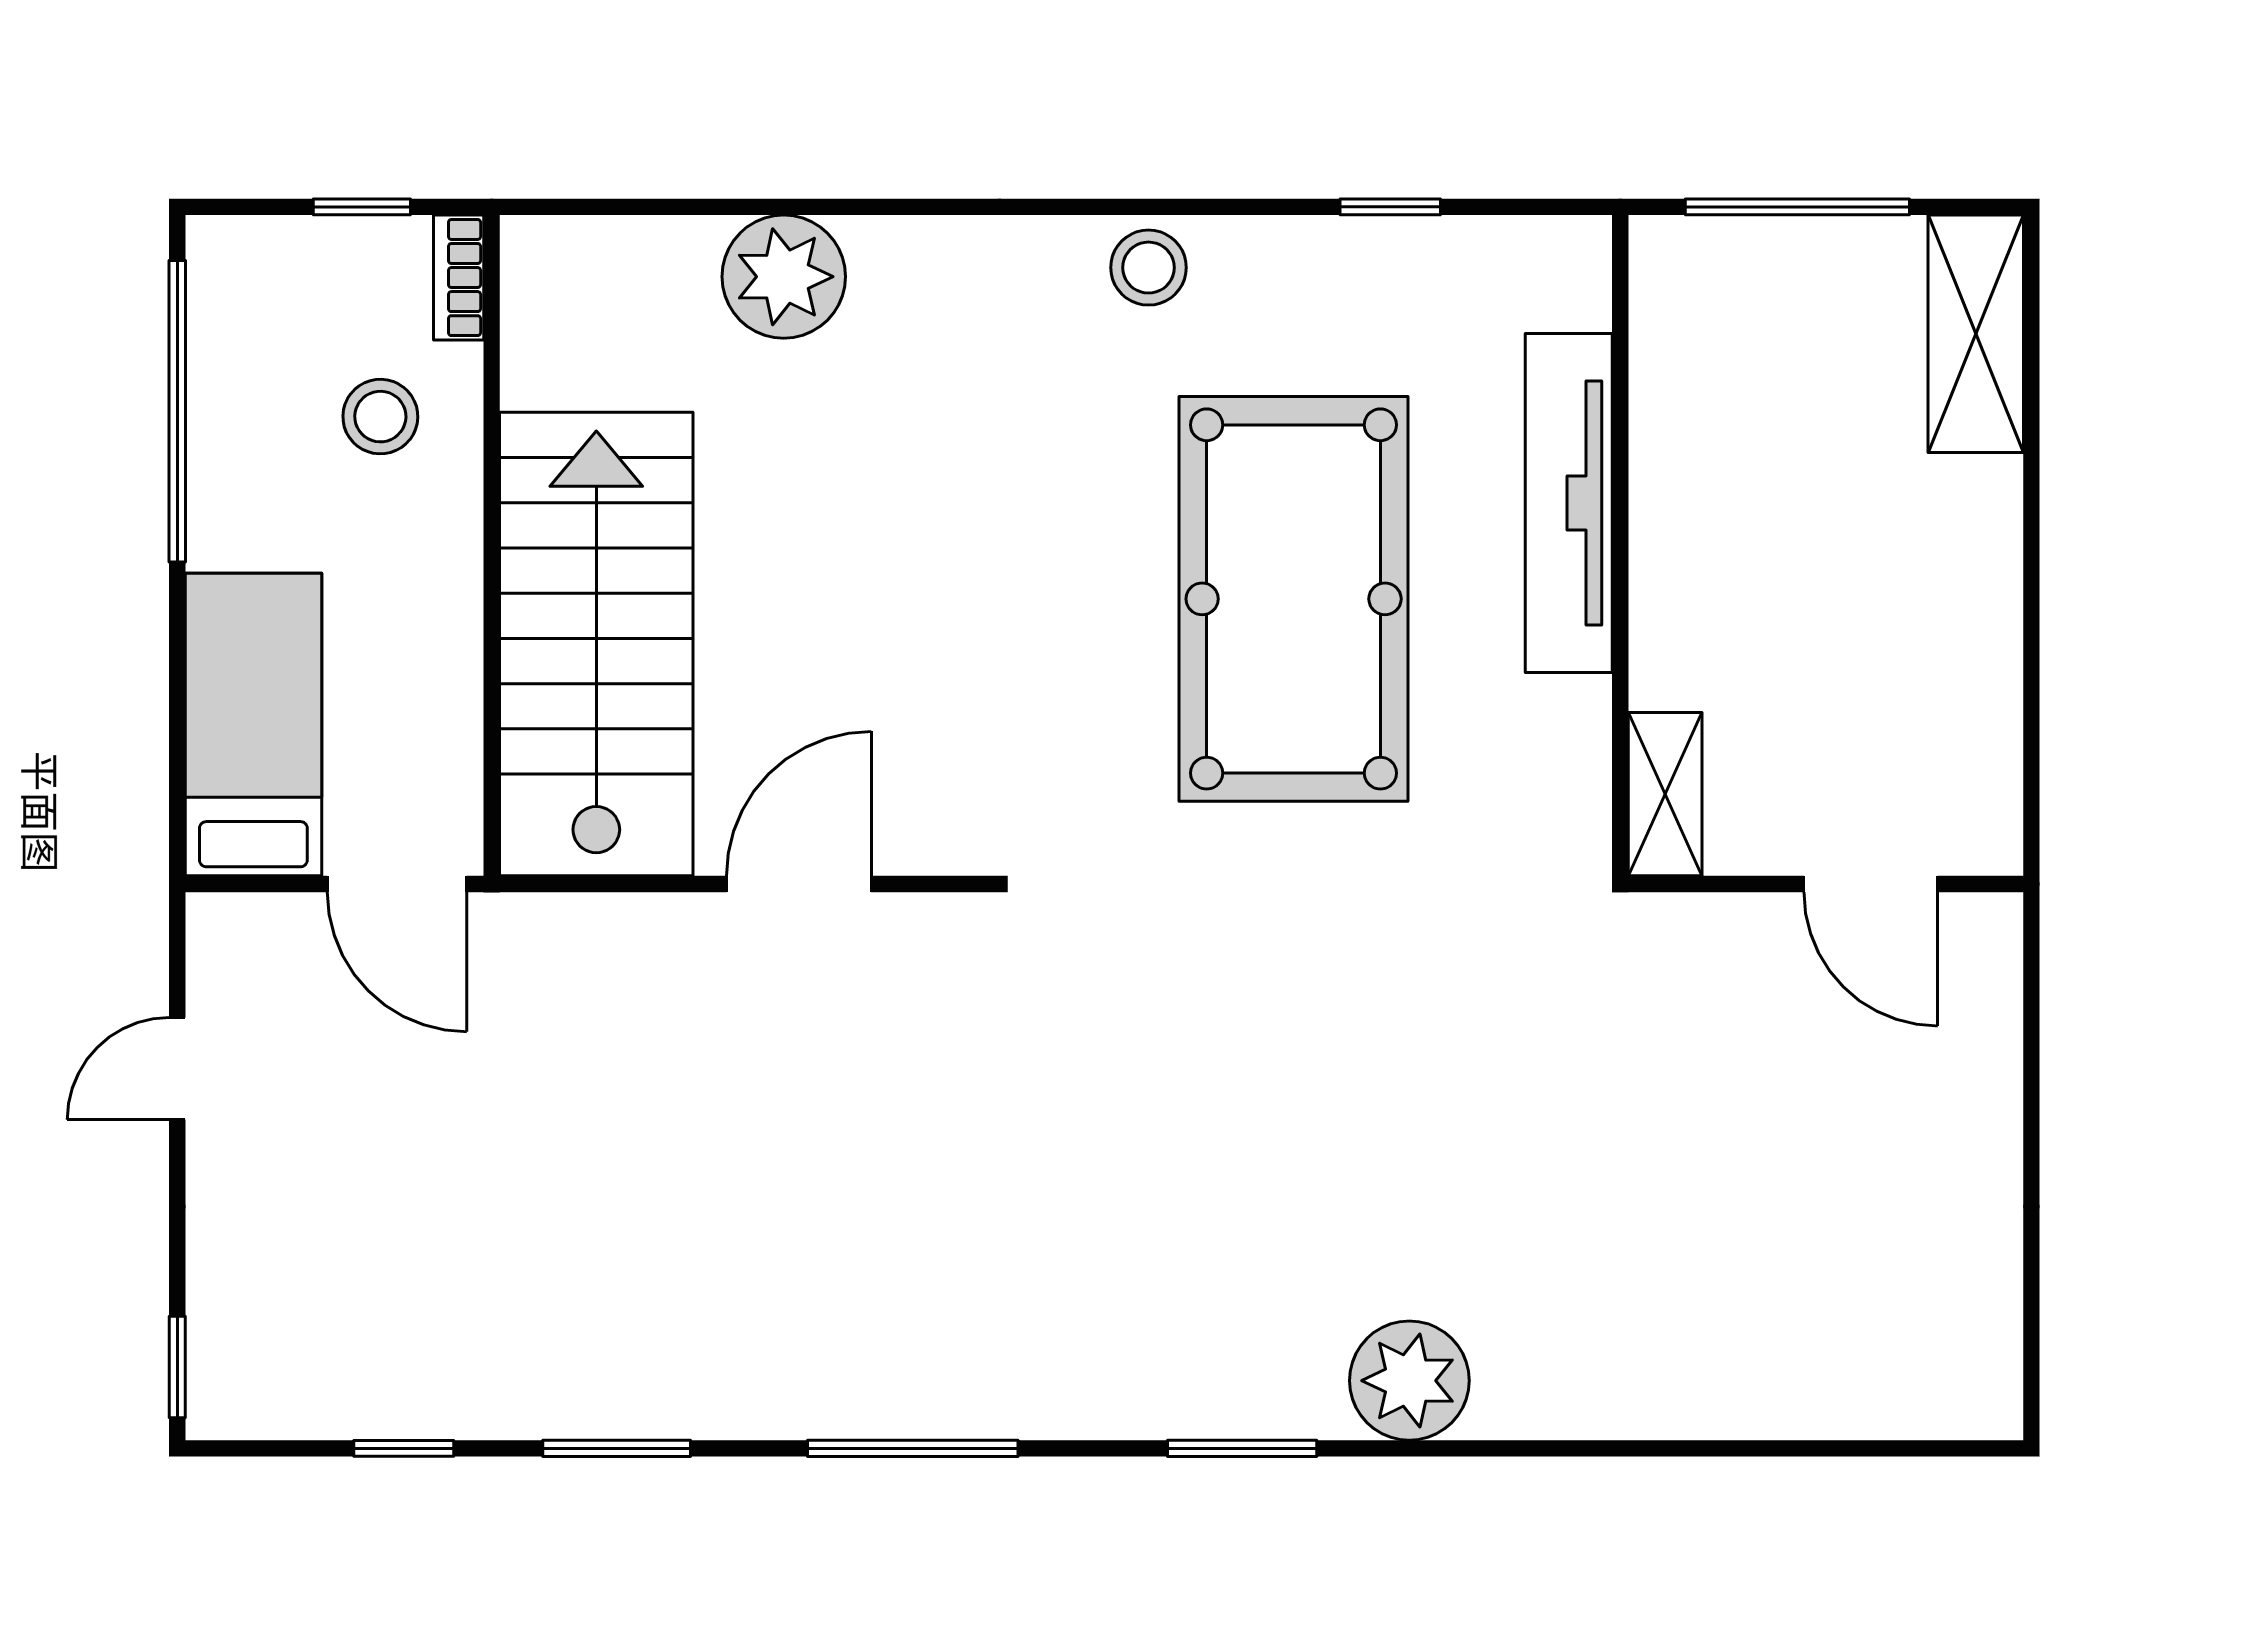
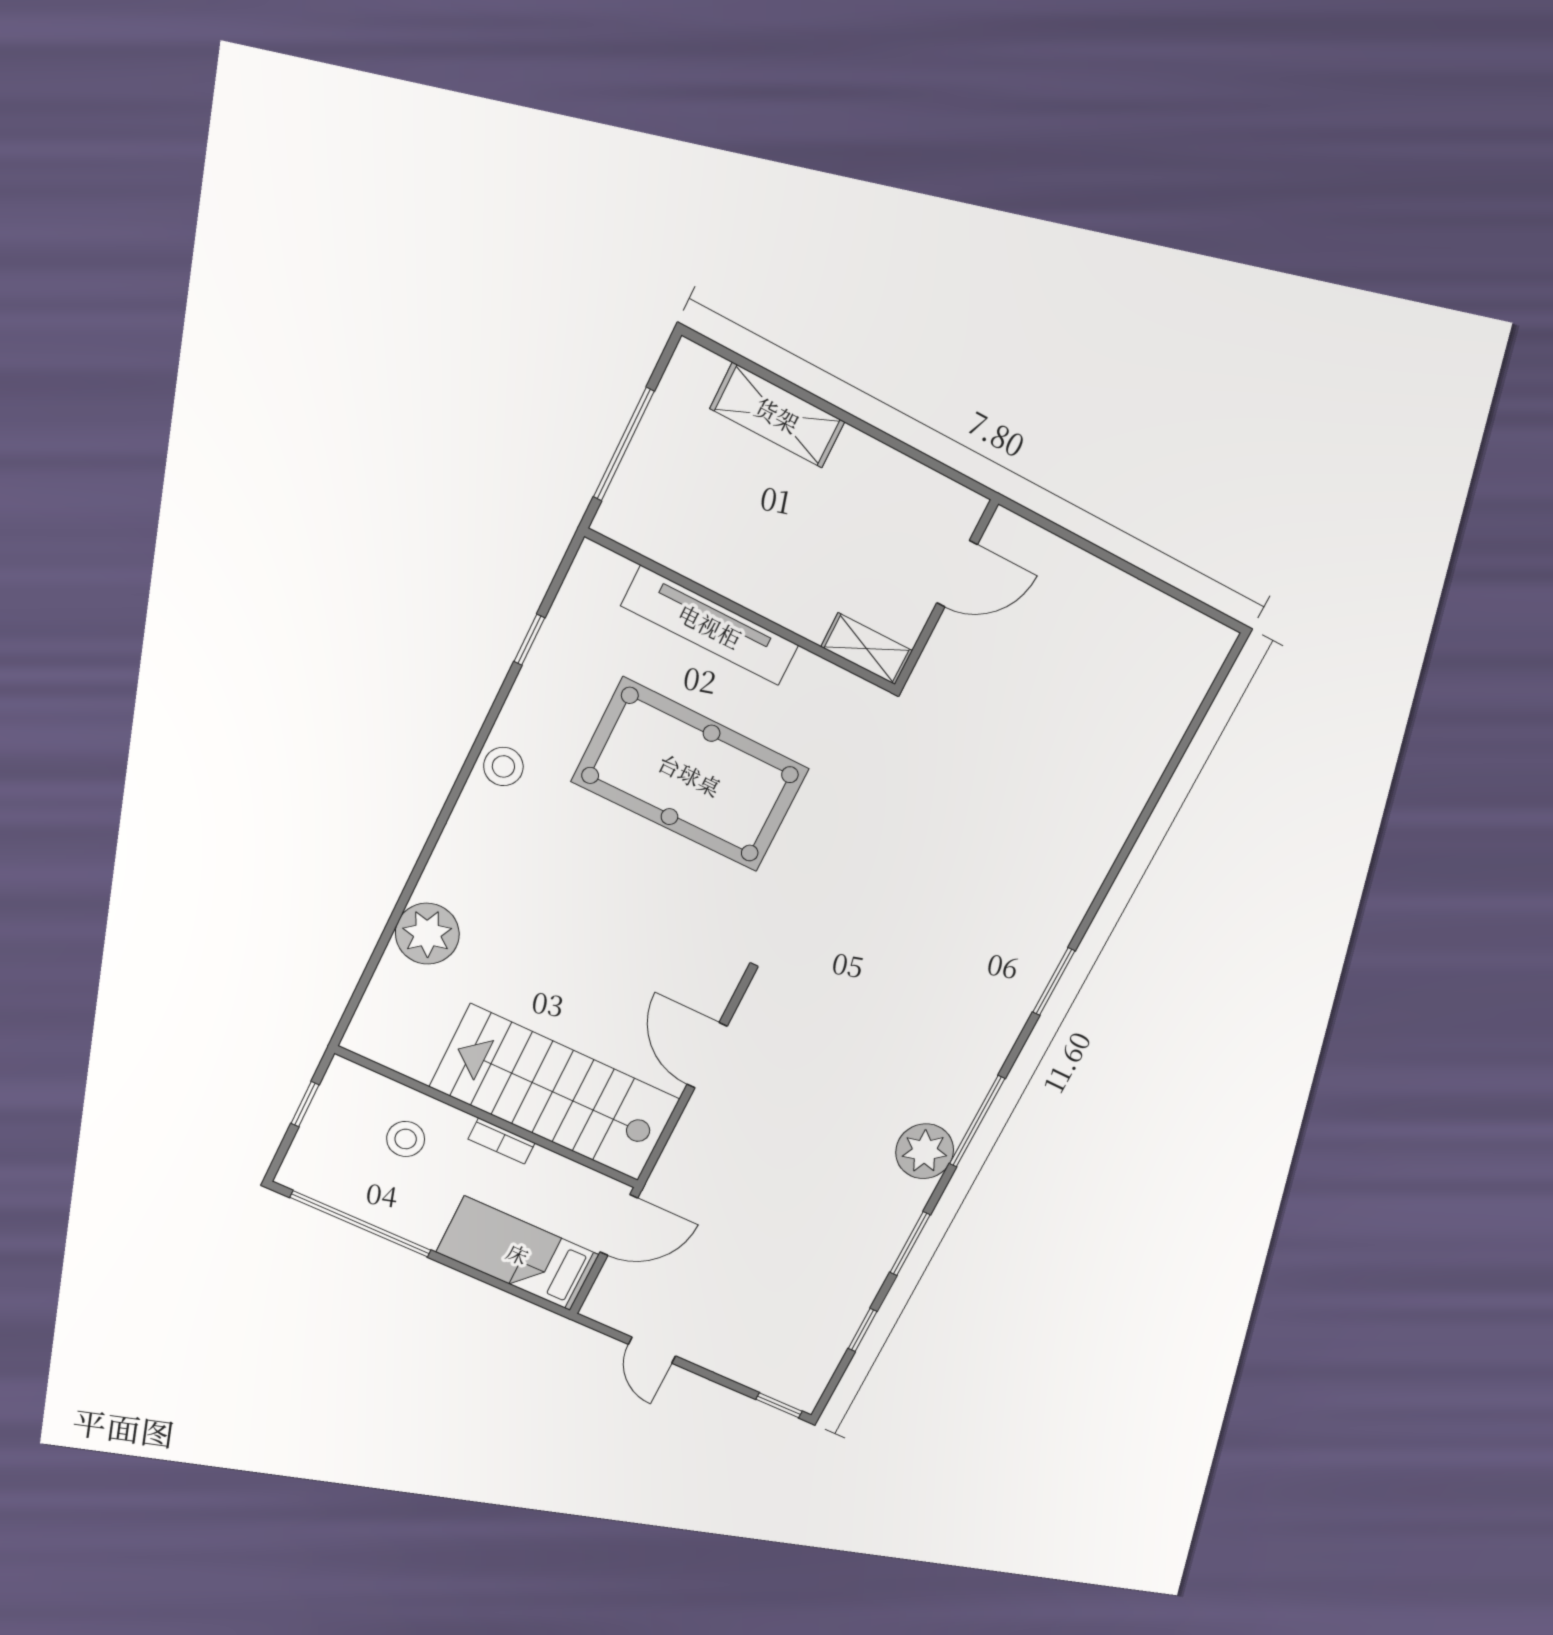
bookcase: (459, 278) -> (502, 1141), moved
shelving: (1976, 334) -> (777, 415), moved
plant: (1409, 1381) -> (925, 1151), moved

